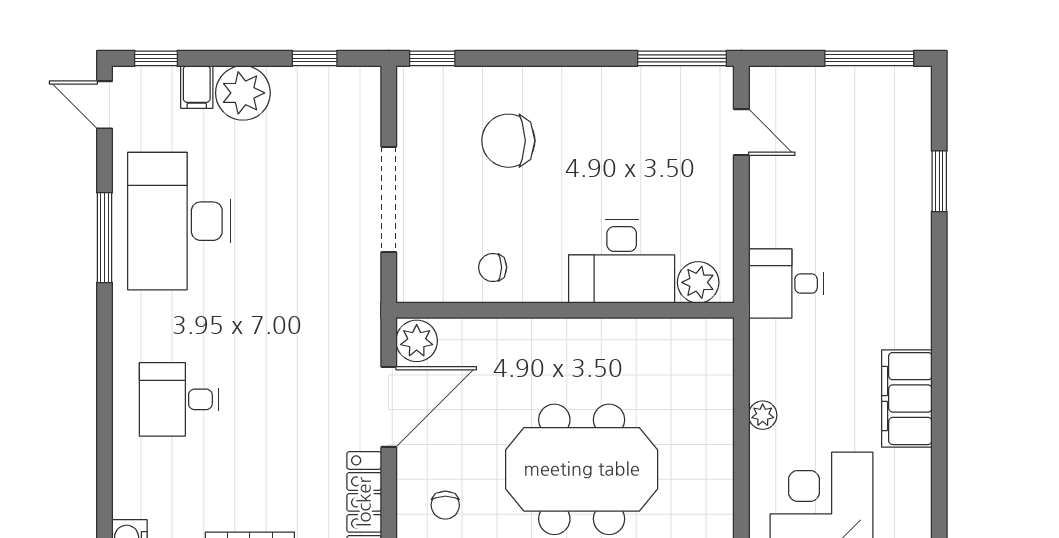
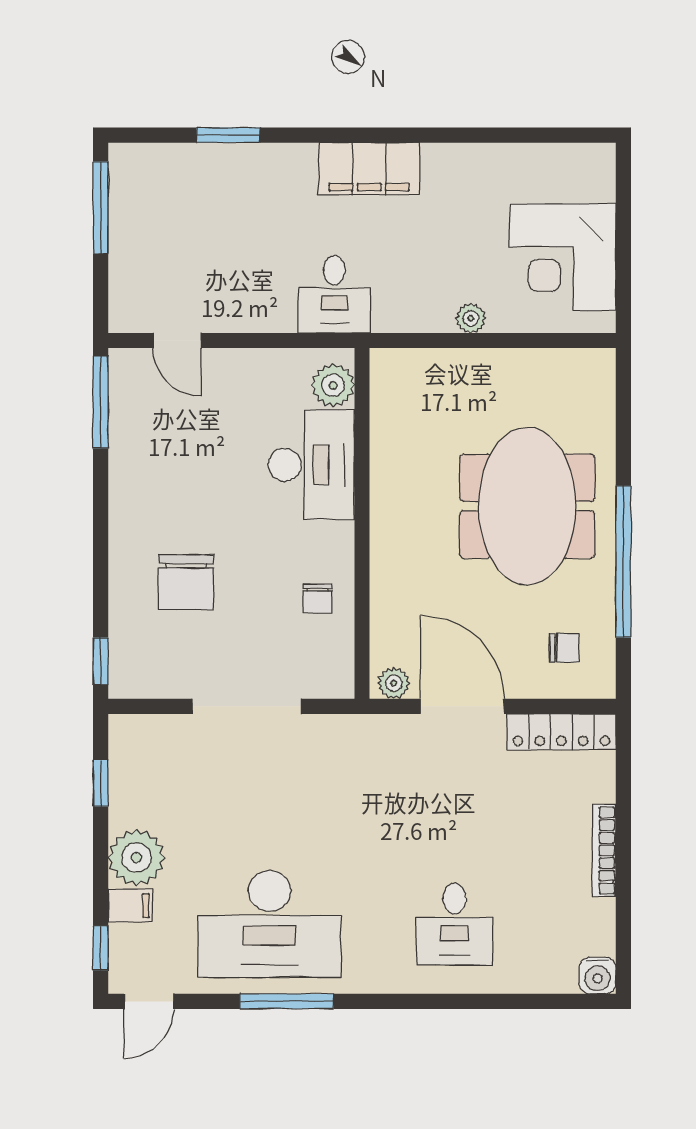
door: (741, 132) -> (177, 340), swing flipped
plant: (417, 341) -> (394, 683), width x0.73, depth x0.73
filing cabinet: (907, 399) -> (369, 169), moved

